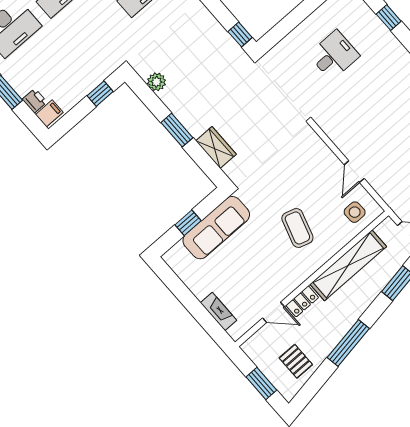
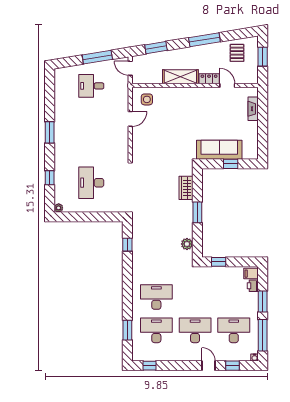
window: (240, 35) -> (127, 245), moved
desk: (334, 55) -> (91, 183), width x1.37
coffee table: (297, 228) -> (181, 116), removed
shelving: (348, 265) -> (180, 77), width x0.68

